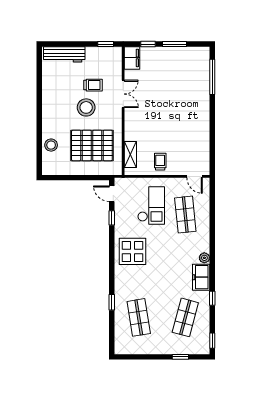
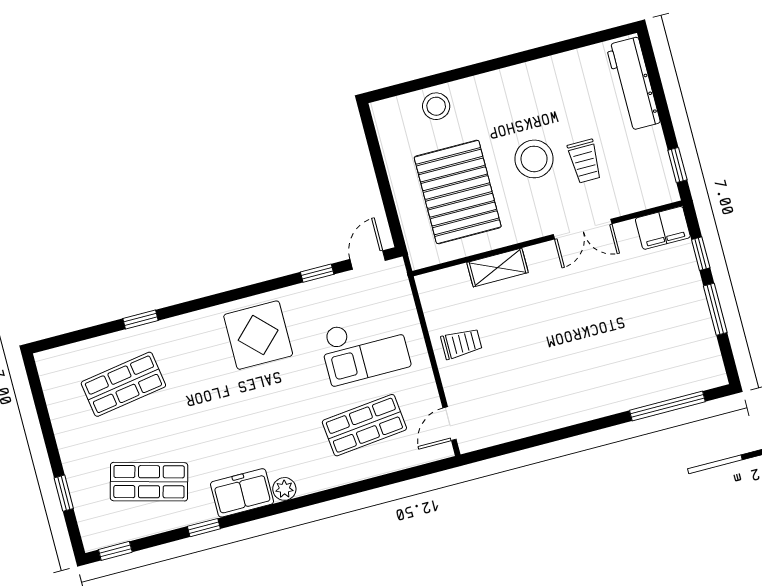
shelving: (130, 155) -> (498, 268), moved

